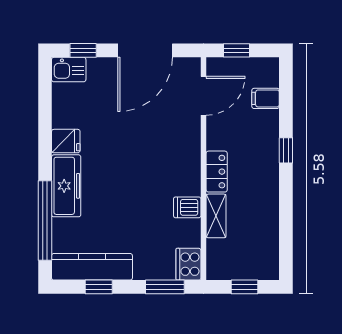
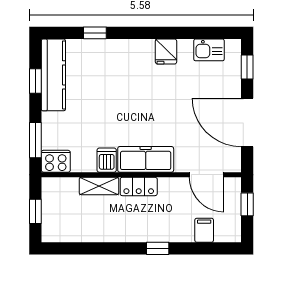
kitchen sink: (69, 70) -> (209, 50), moved, turned -90
freezer: (66, 186) -> (146, 159), moved, turned 180
window: (45, 220) -> (95, 33), width x0.32

